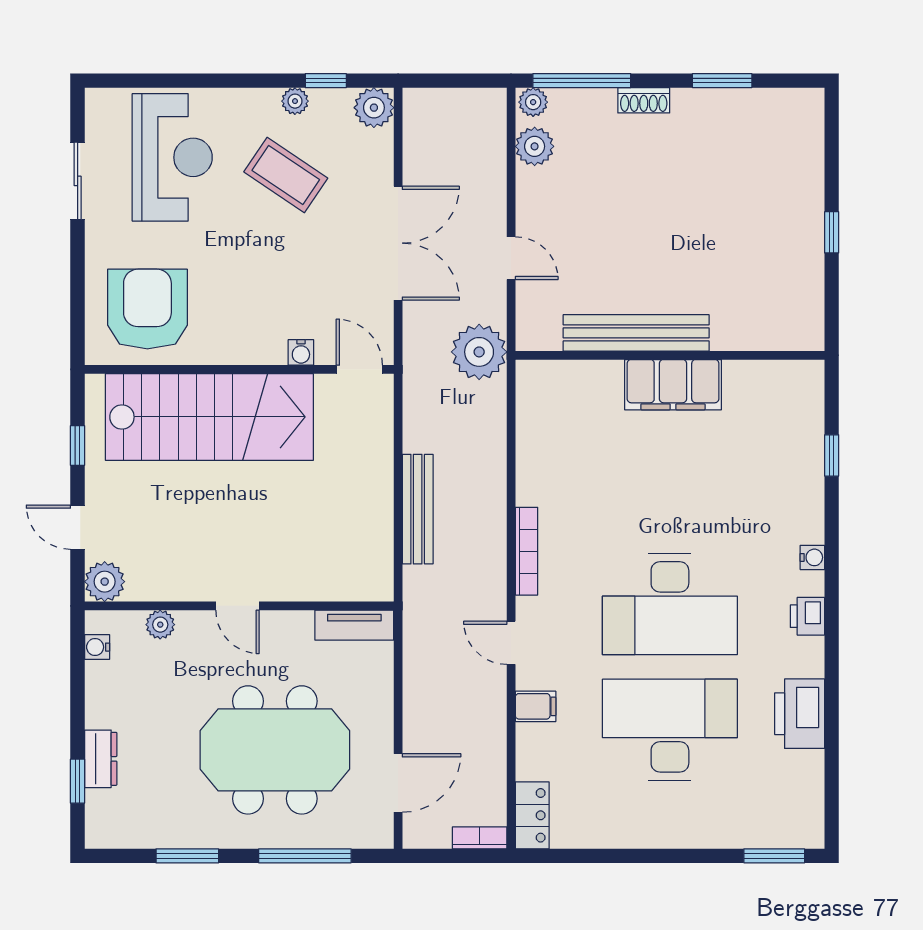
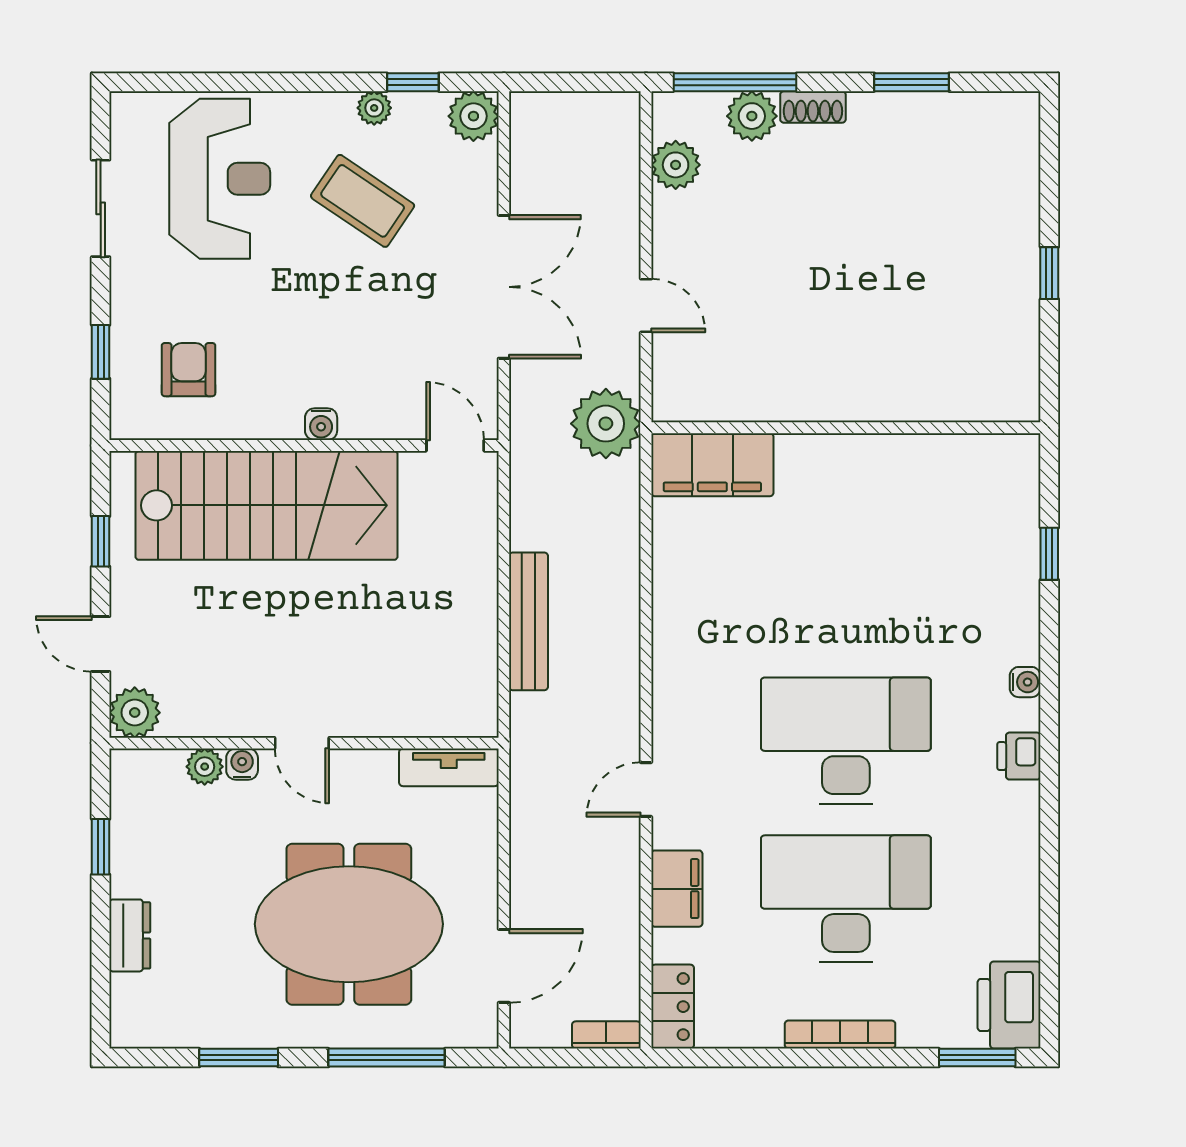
plant: (533, 102) -> (752, 116), moved, width x1.38, depth x1.38
window: (78, 295) -> (101, 352), added
armchair: (147, 309) -> (189, 370), width x0.53, depth x0.53
bench: (636, 333) -> (803, 400), removed
water cooler: (301, 352) -> (321, 424), moved
filing cabinet: (673, 385) -> (712, 465), moved
bookcase: (526, 551) -> (840, 1035), moved, turned -90
desk: (670, 604) -> (846, 741), turned 180
door: (511, 643) -> (646, 789), hinge flipped
water cooler: (97, 647) -> (242, 764), moved, turned 90
filing cabinet: (536, 706) -> (677, 889), width x2.00
printer: (800, 714) -> (1009, 1005), moved
window: (78, 781) -> (101, 847), moved

